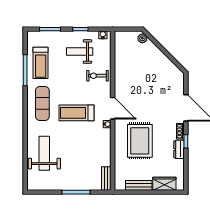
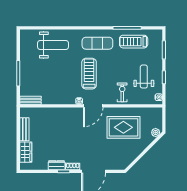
rug: (140, 141) -> (123, 127), moved

